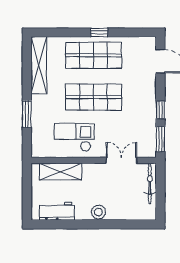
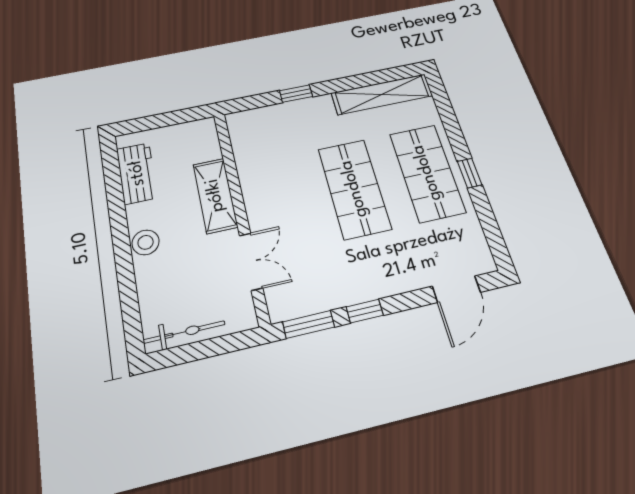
window: (27, 114) -> (296, 94), width x0.67
checkout: (74, 137) -> (275, 172), removed
shelving: (61, 172) -> (215, 195), moved
bicycle: (150, 183) -> (184, 332), moved

